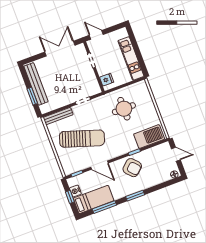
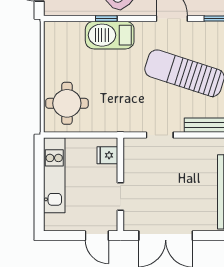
round table: (124, 109) -> (67, 103), moved
barbecue: (149, 137) -> (110, 35), moved

